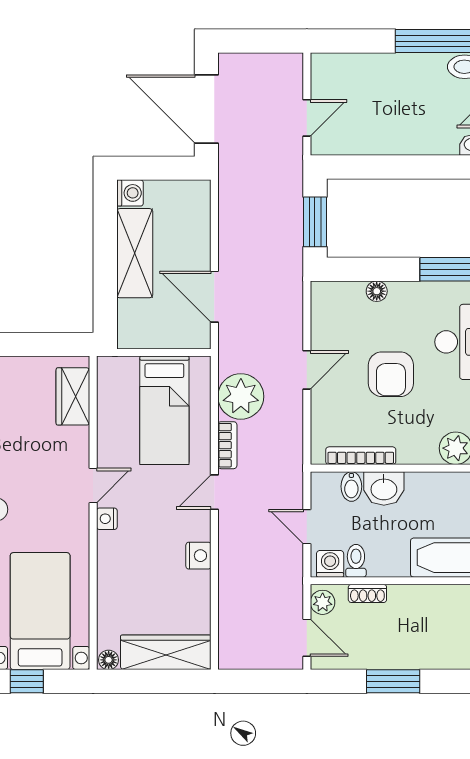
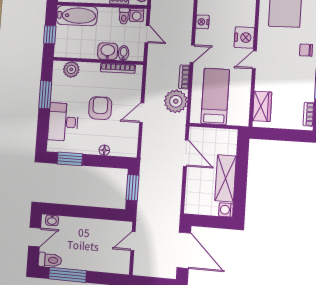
nightstand: (107, 519) -> (244, 37), width x1.89, depth x1.79

